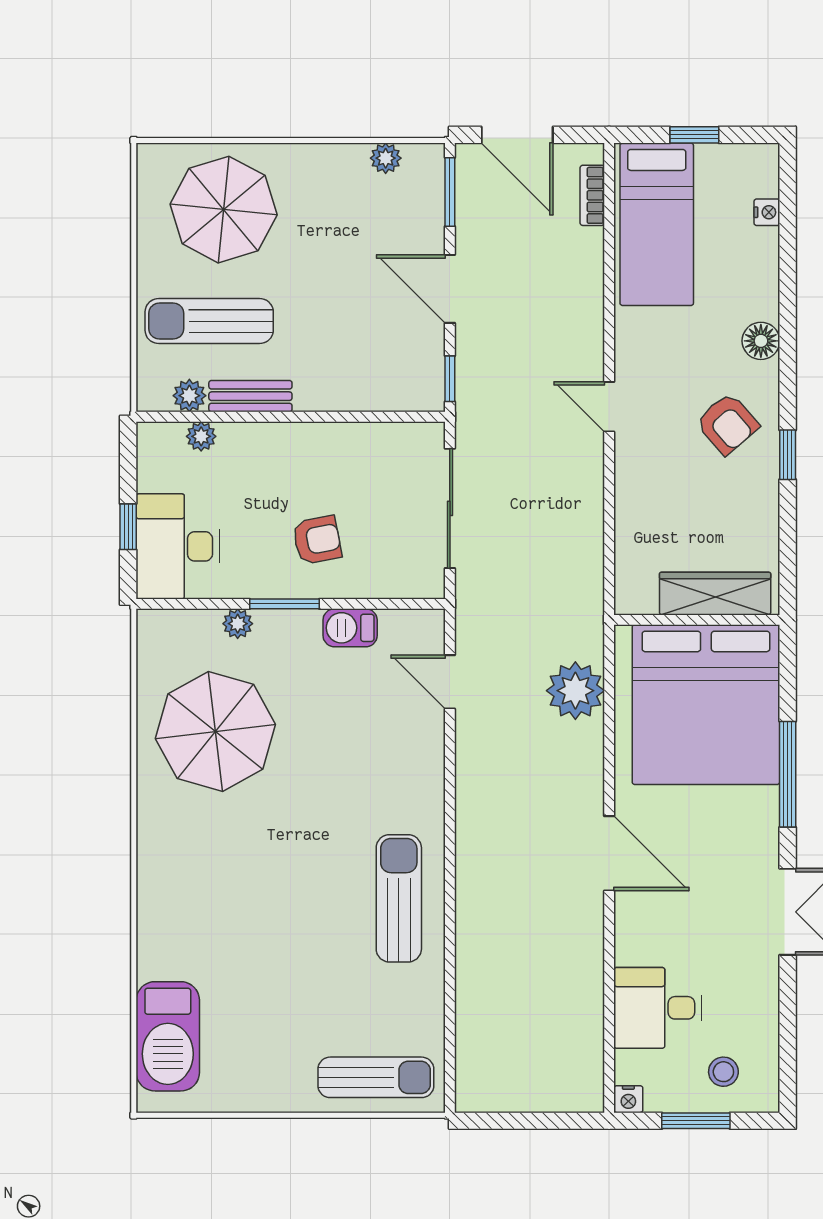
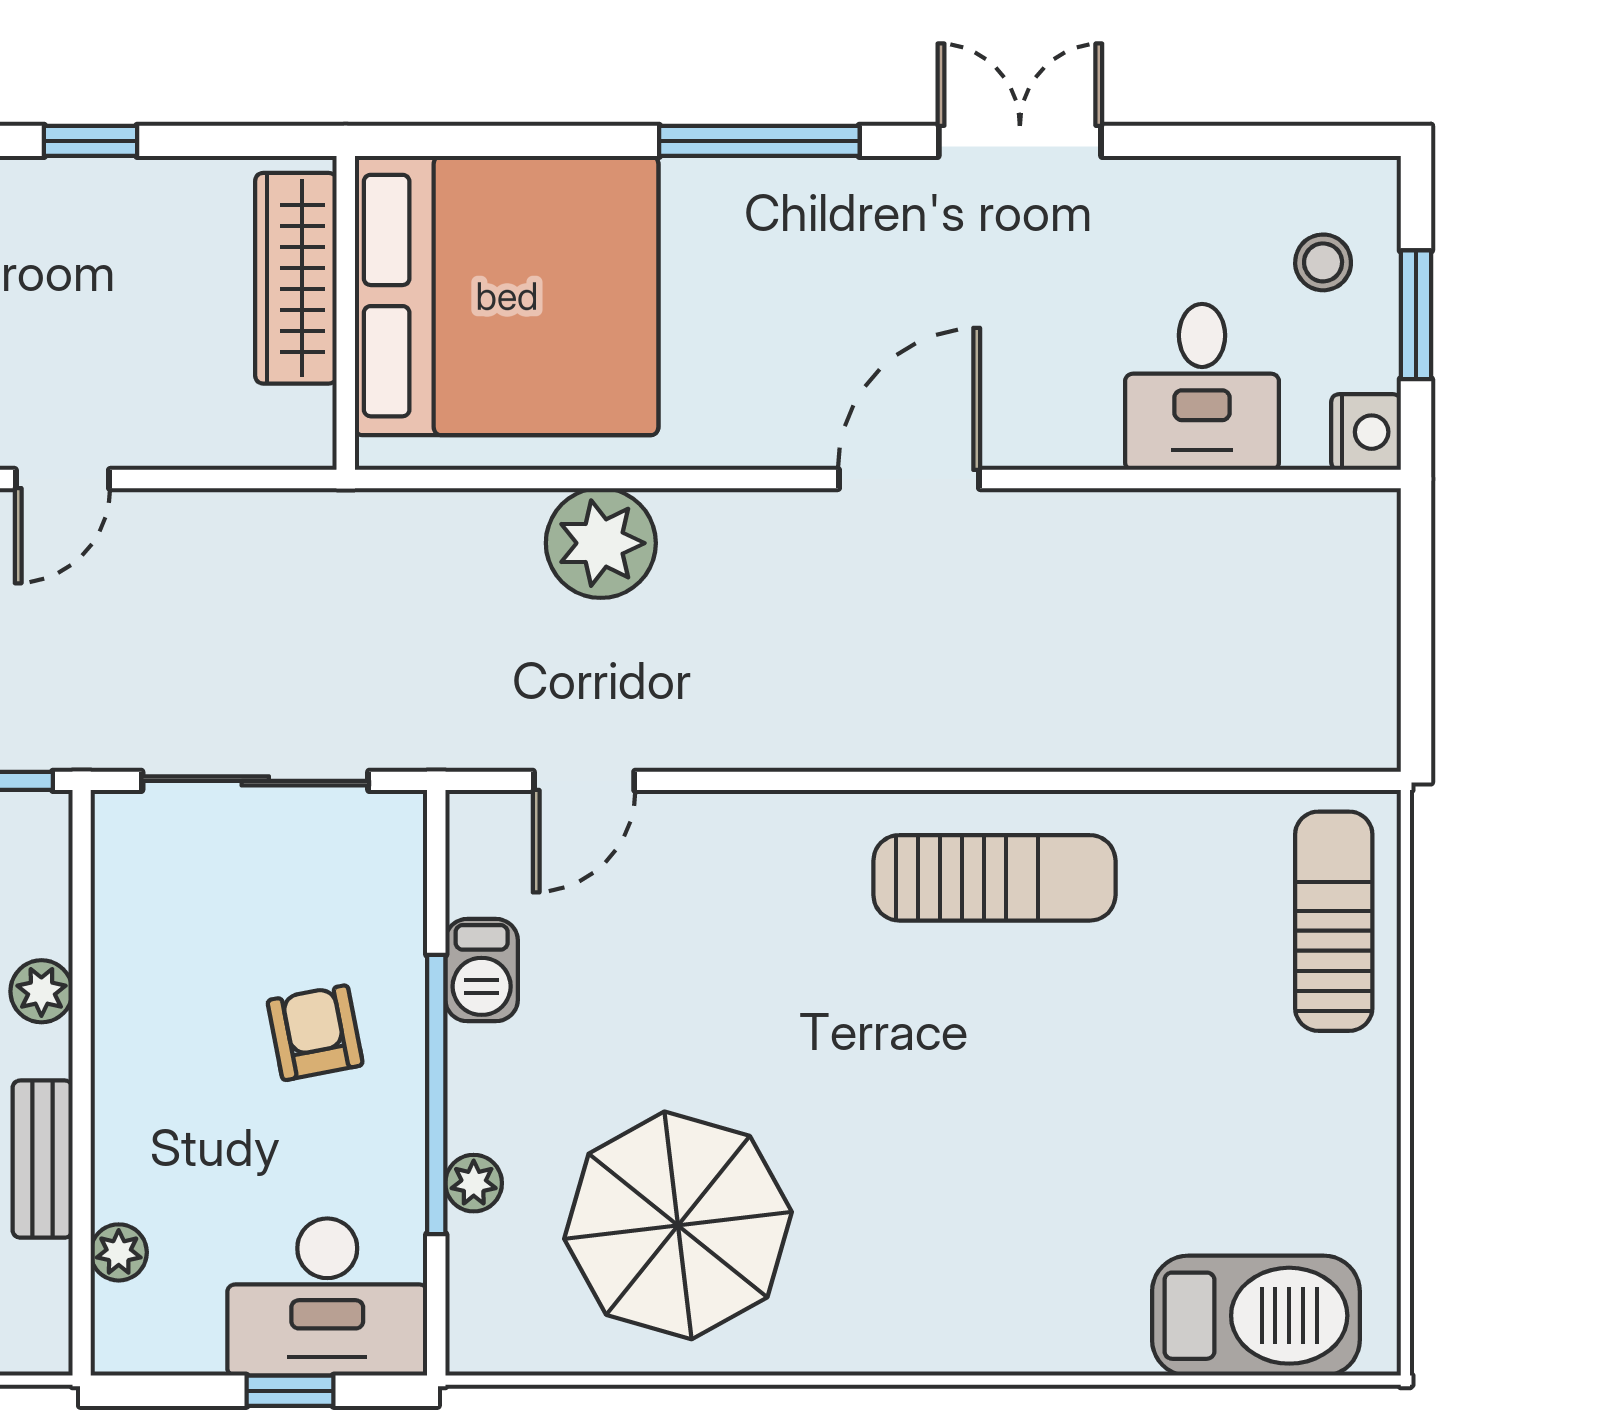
plant: (189, 396) -> (41, 991), moved
armchair: (727, 424) -> (95, 255), removed
window: (788, 455) -> (91, 141), moved
wardrobe: (715, 594) -> (296, 278), moved
window: (284, 604) -> (436, 1094), width x2.11
wall: (697, 620) -> (346, 313), moved
bed: (706, 705) -> (507, 296), moved
sun lounger: (399, 898) -> (994, 878), turned 180
nightstand: (628, 1099) -> (1366, 432), width x1.39, depth x1.35

